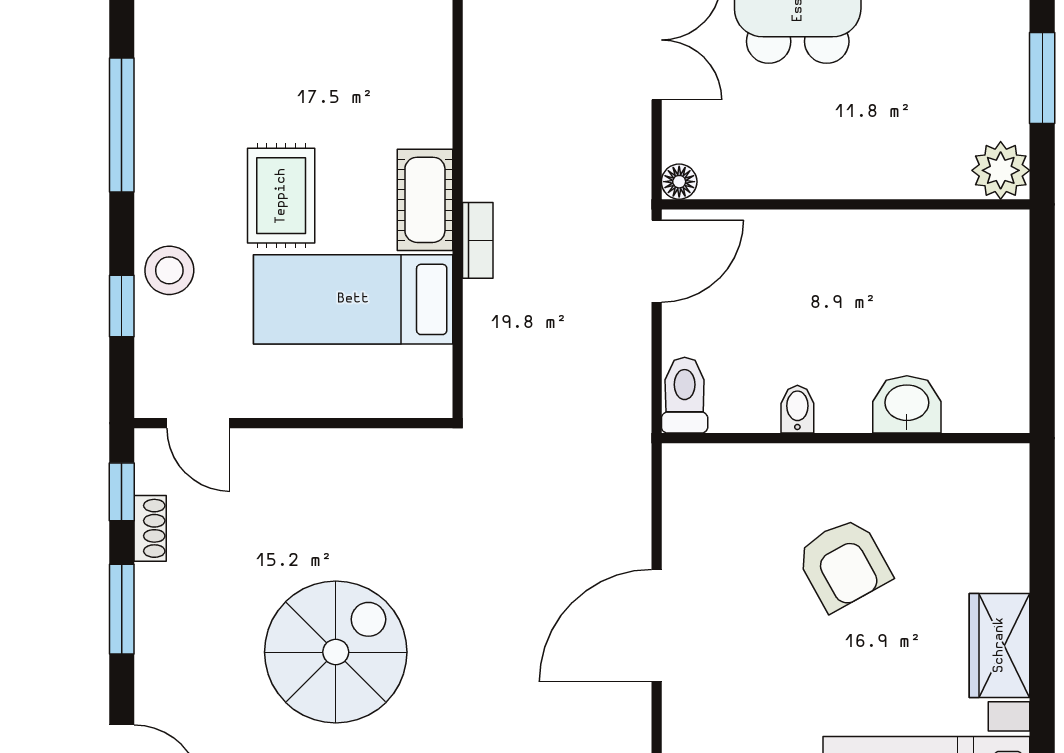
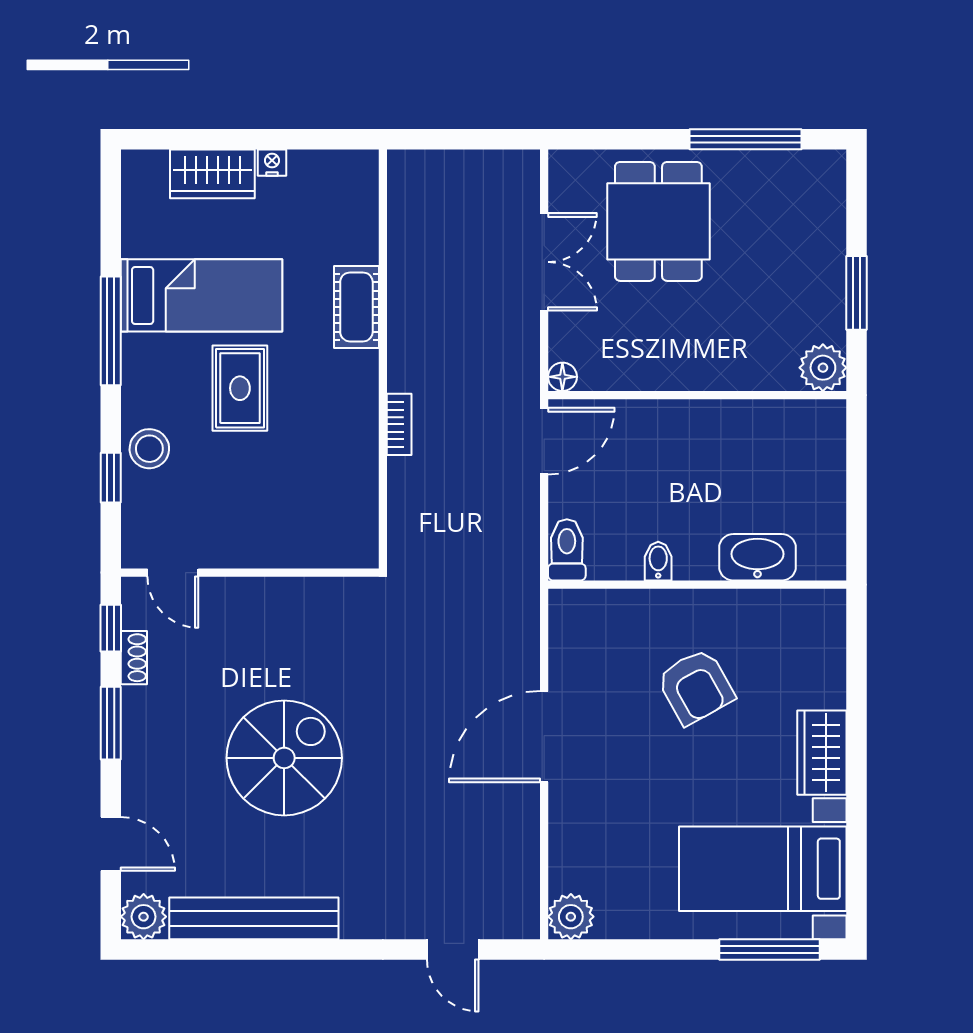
cot: (425, 200) -> (356, 307), moved
bed: (353, 299) -> (201, 295), moved, turned 180
washbasin: (907, 404) -> (758, 557), width x1.38

